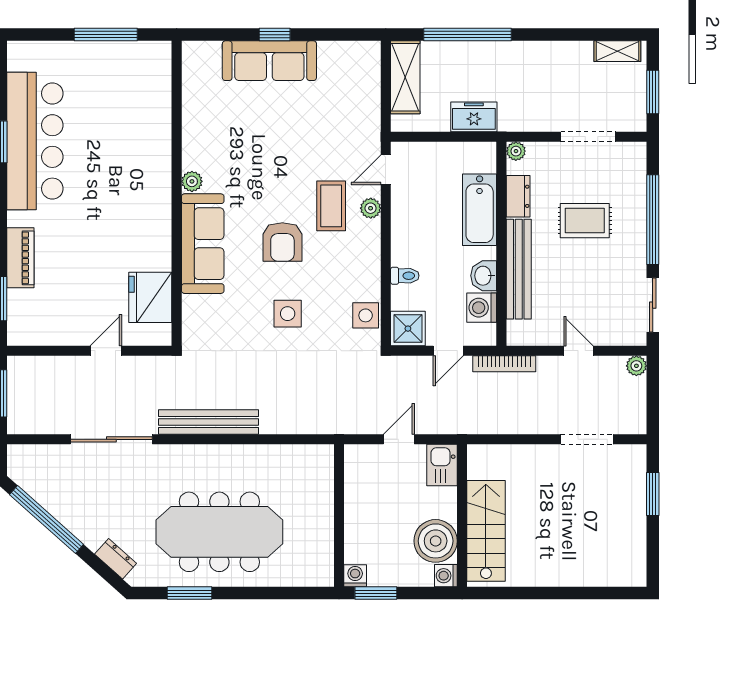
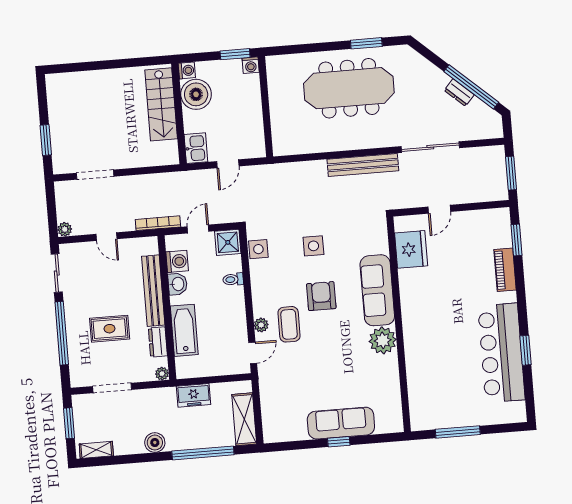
boiler: (534, 55) -> (155, 443), added
plant: (192, 181) -> (383, 340), width x1.87, depth x1.87
dresser: (116, 559) -> (459, 92), moved

